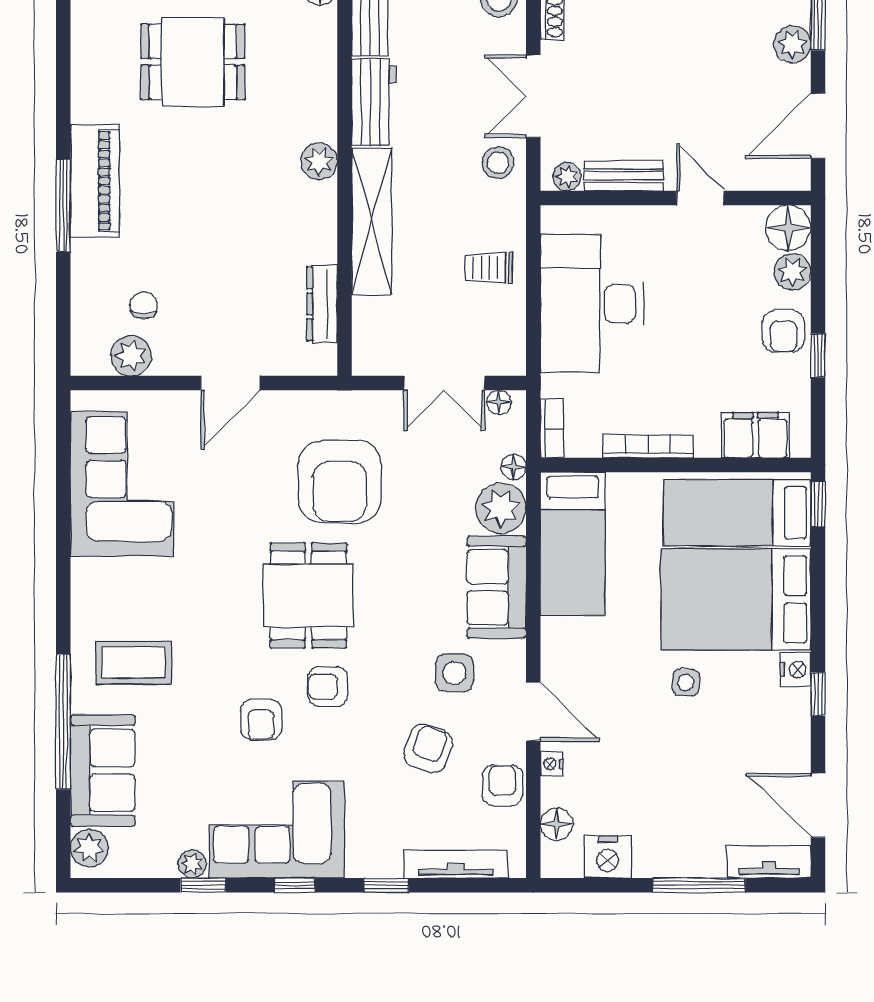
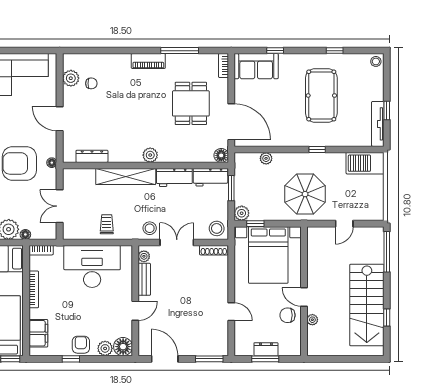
plant: (792, 44) -> (198, 348), removed
piano: (95, 181) -> (148, 61), width x0.73, depth x0.75
window: (63, 205) -> (180, 51), moved
armchair: (783, 331) -> (81, 345), turned 90
floor lamp: (499, 402) -> (52, 163), moved

